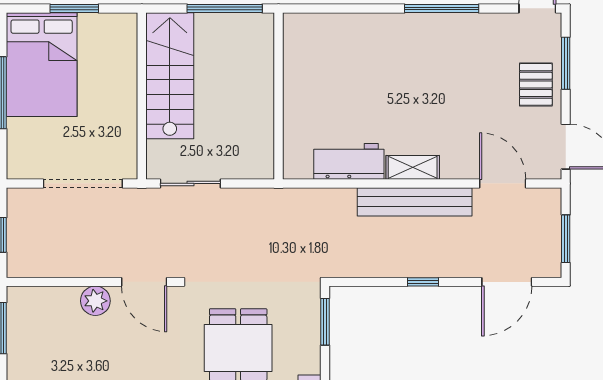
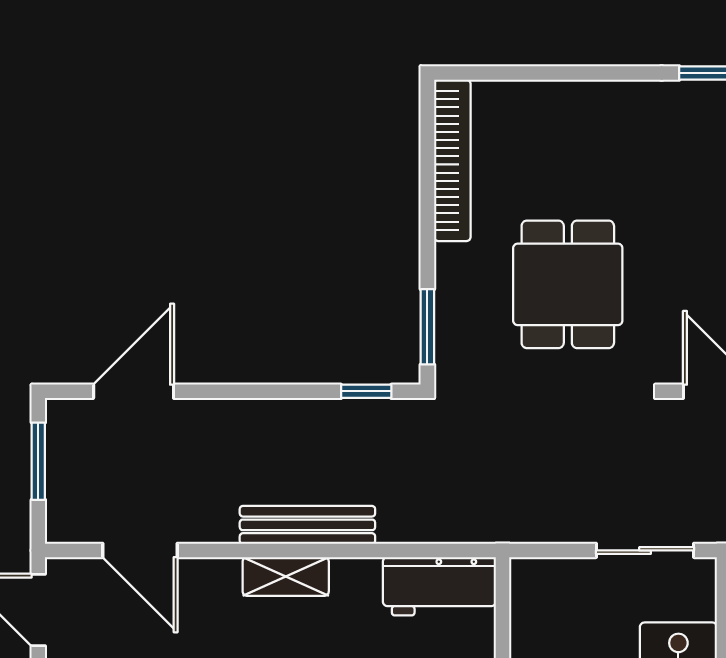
workbench: (349, 161) -> (439, 586), moved
bench: (415, 202) -> (307, 525), width x0.73, depth x0.82
window: (423, 282) -> (366, 391), moved

